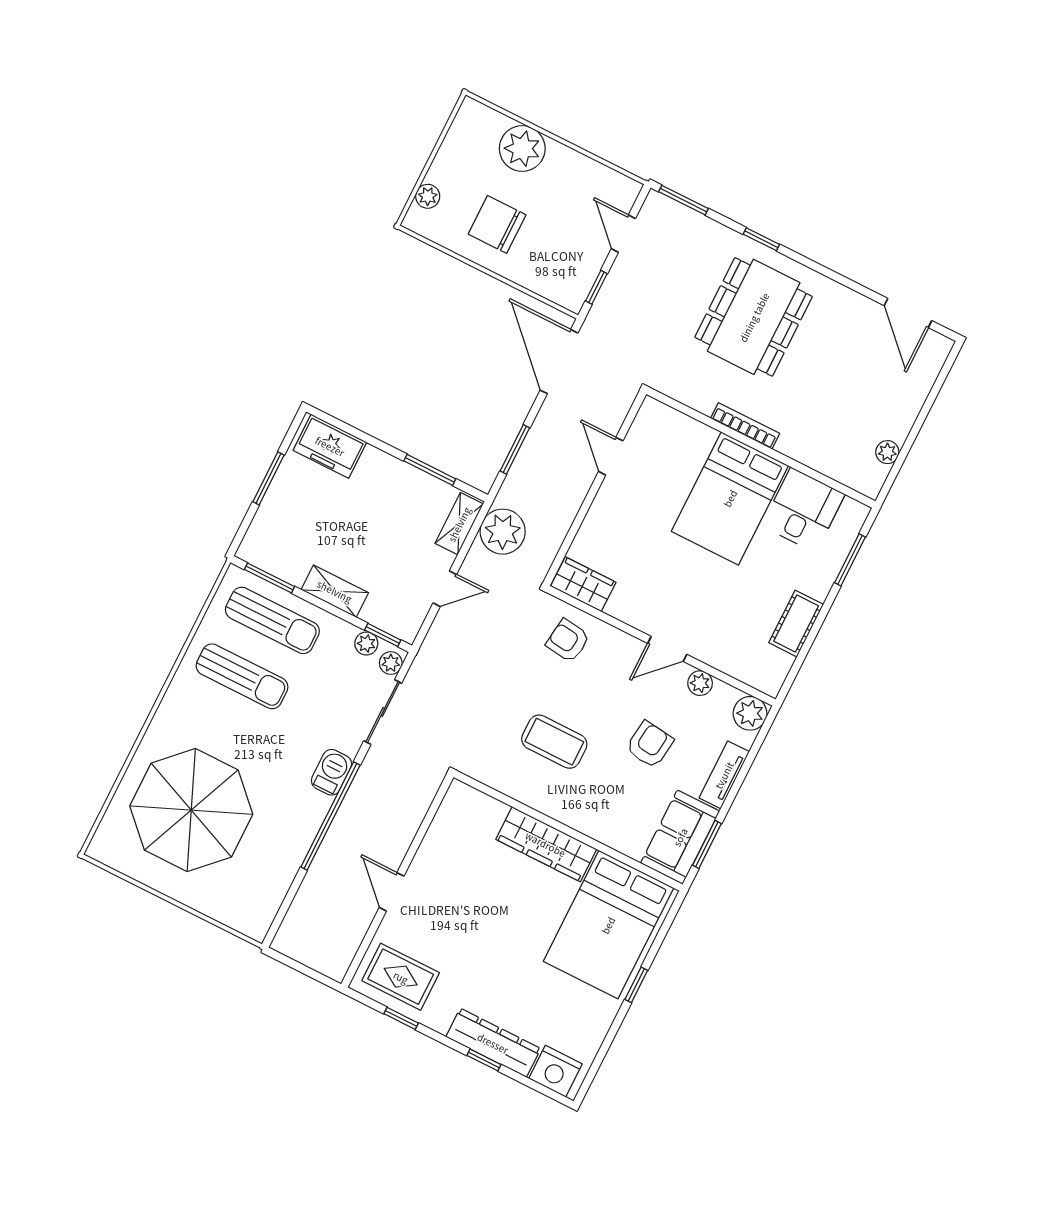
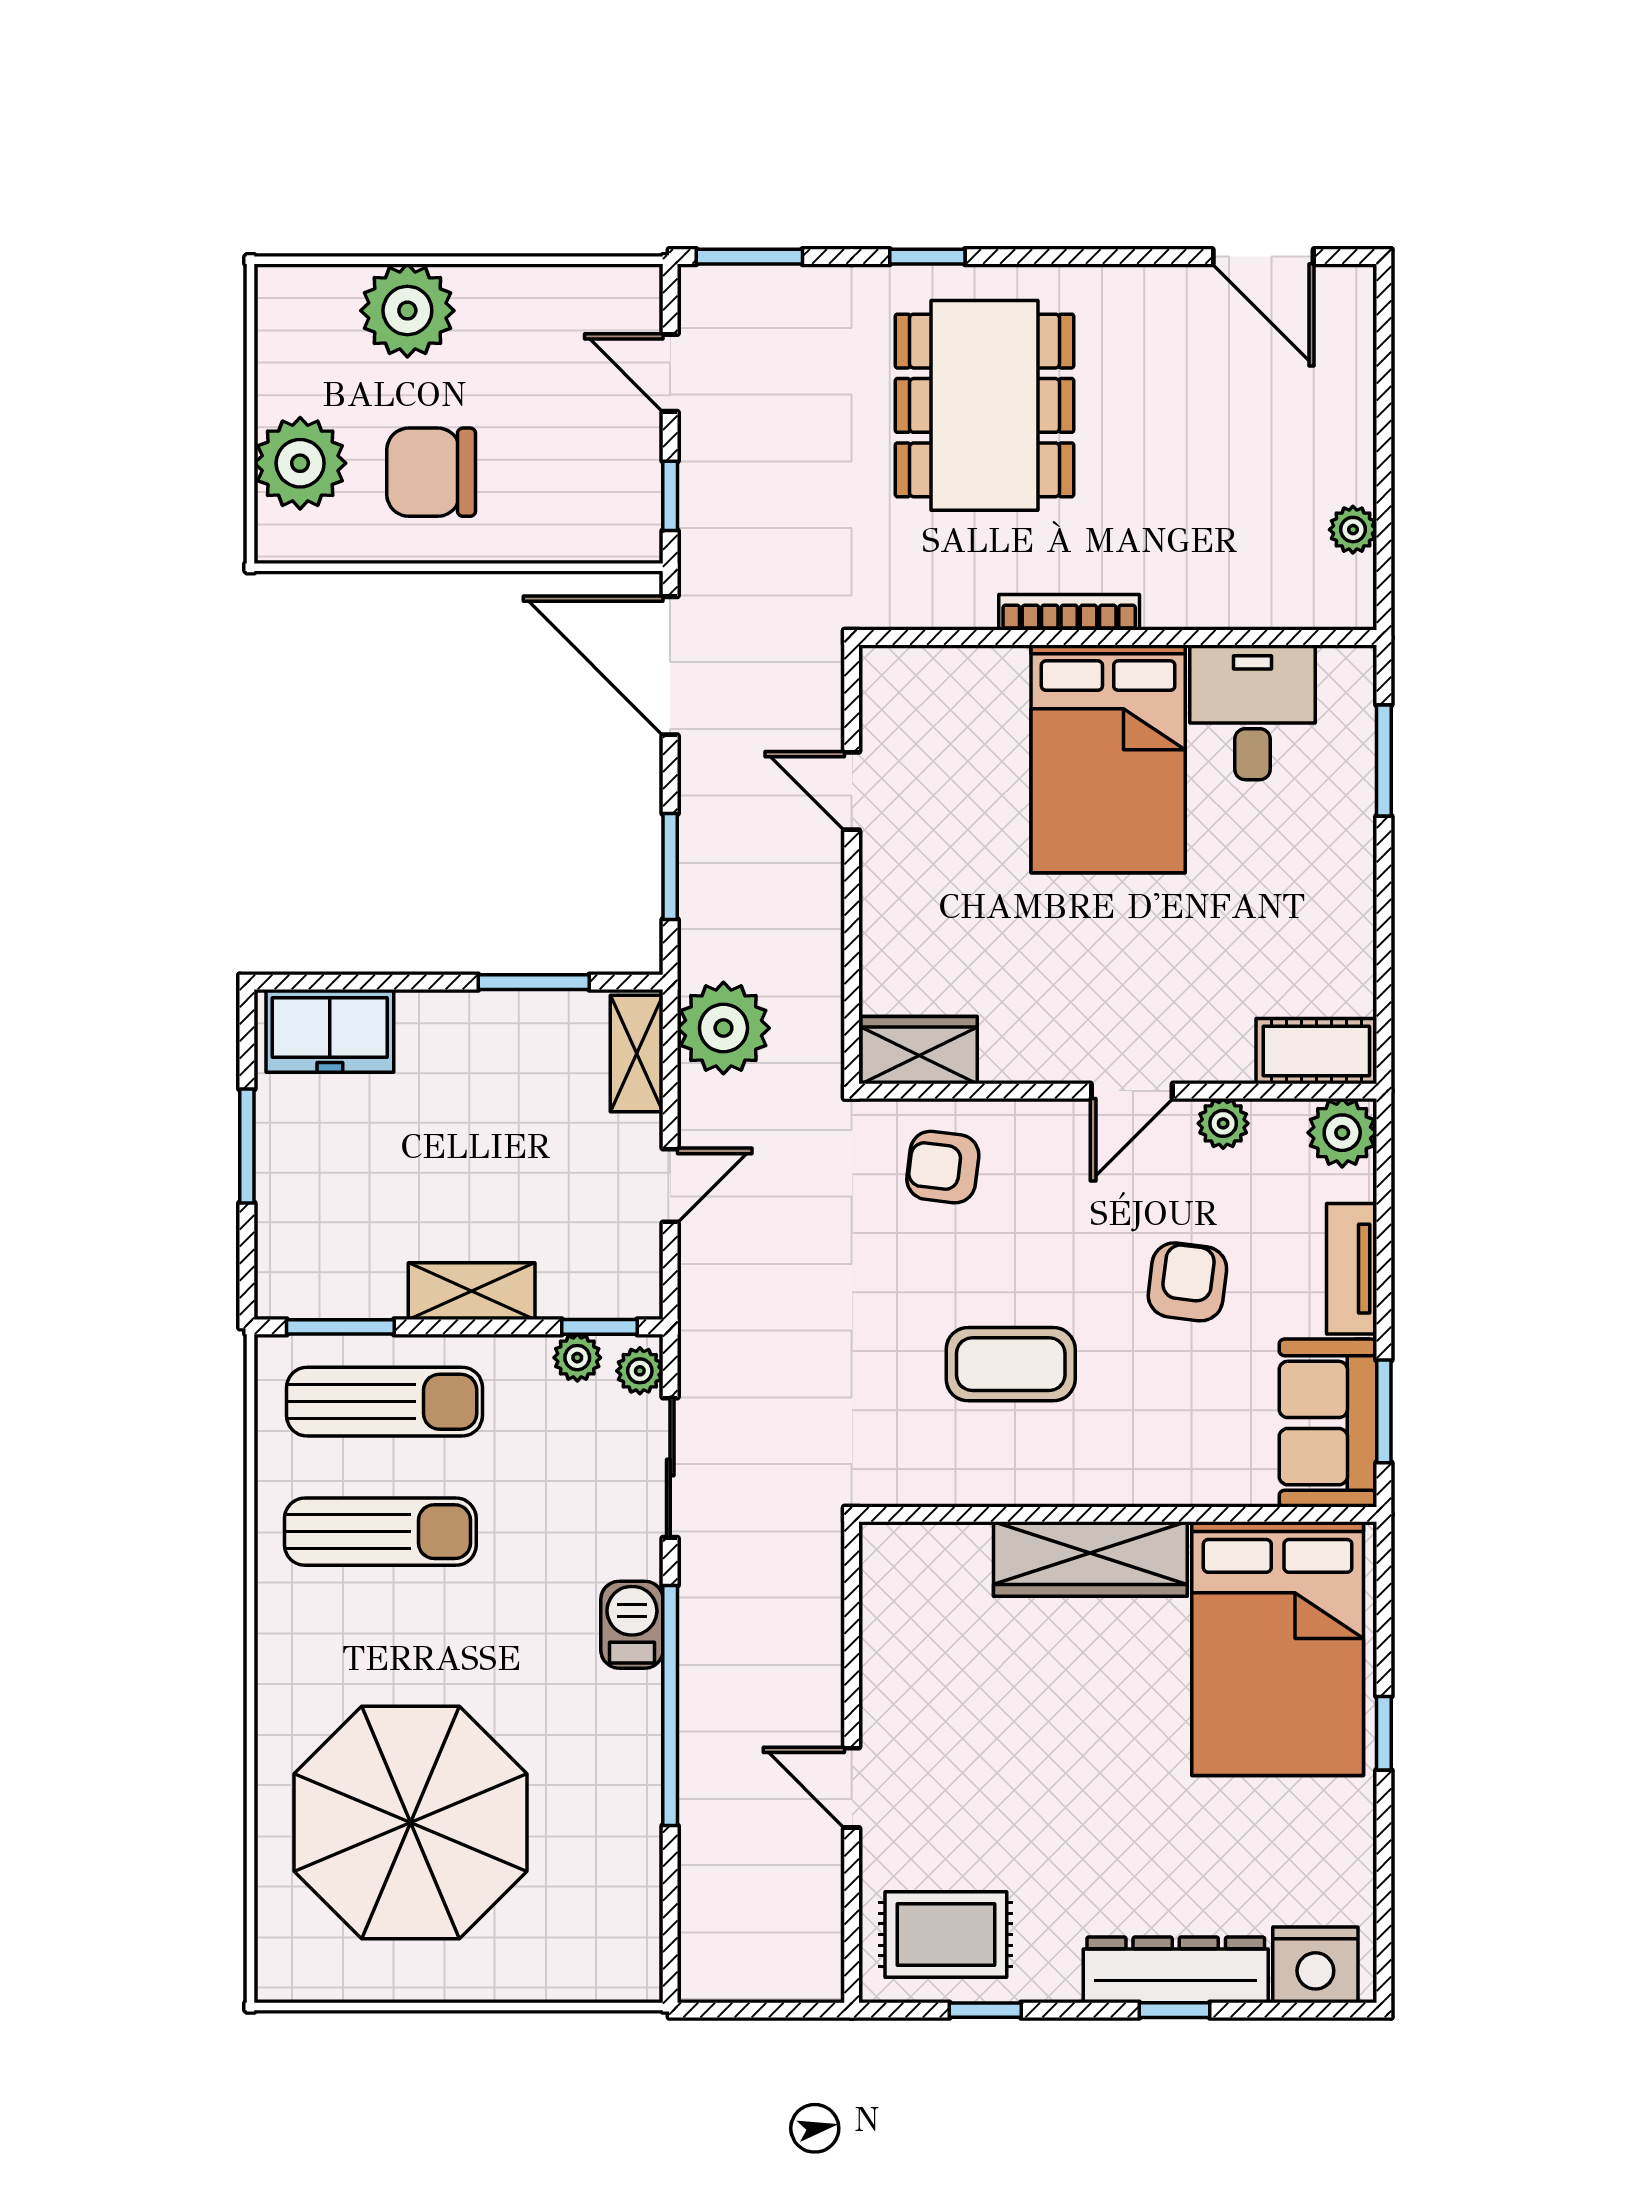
plant: (428, 196) -> (300, 463), width x1.87, depth x1.87
cot: (796, 624) -> (1316, 1051), moved, turned 90

